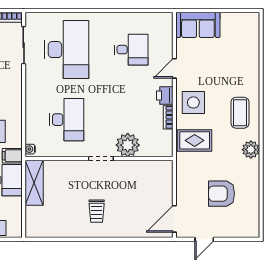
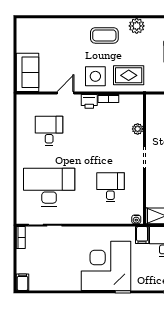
door: (174, 68) -> (66, 93), swing flipped
desk: (67, 120) -> (110, 187), width x0.73
rug: (195, 140) -> (129, 75), turned 90
plant: (128, 145) -> (138, 129), width x0.53, depth x0.53

